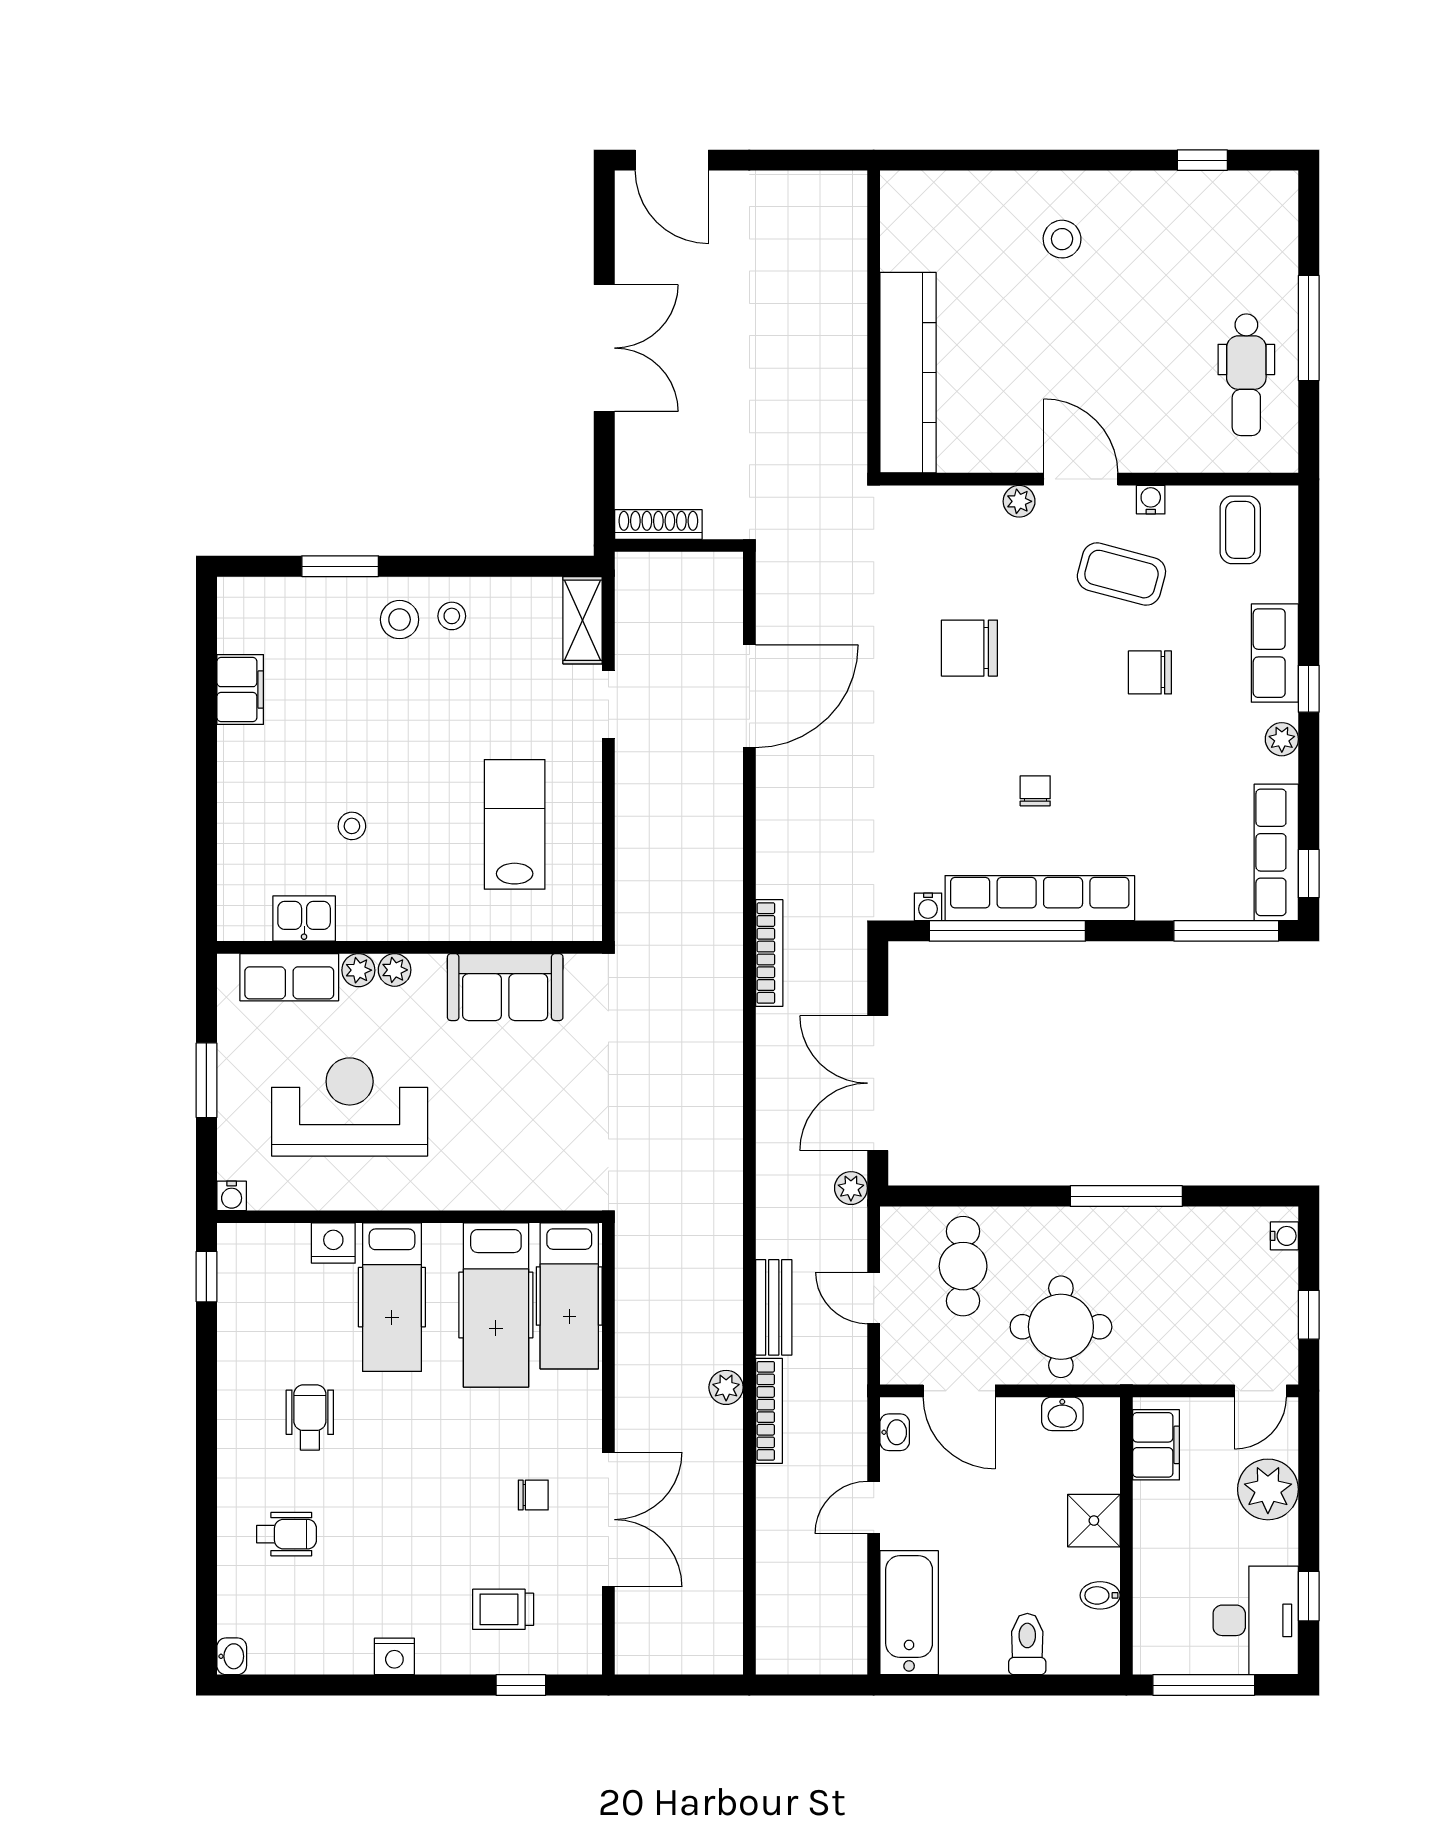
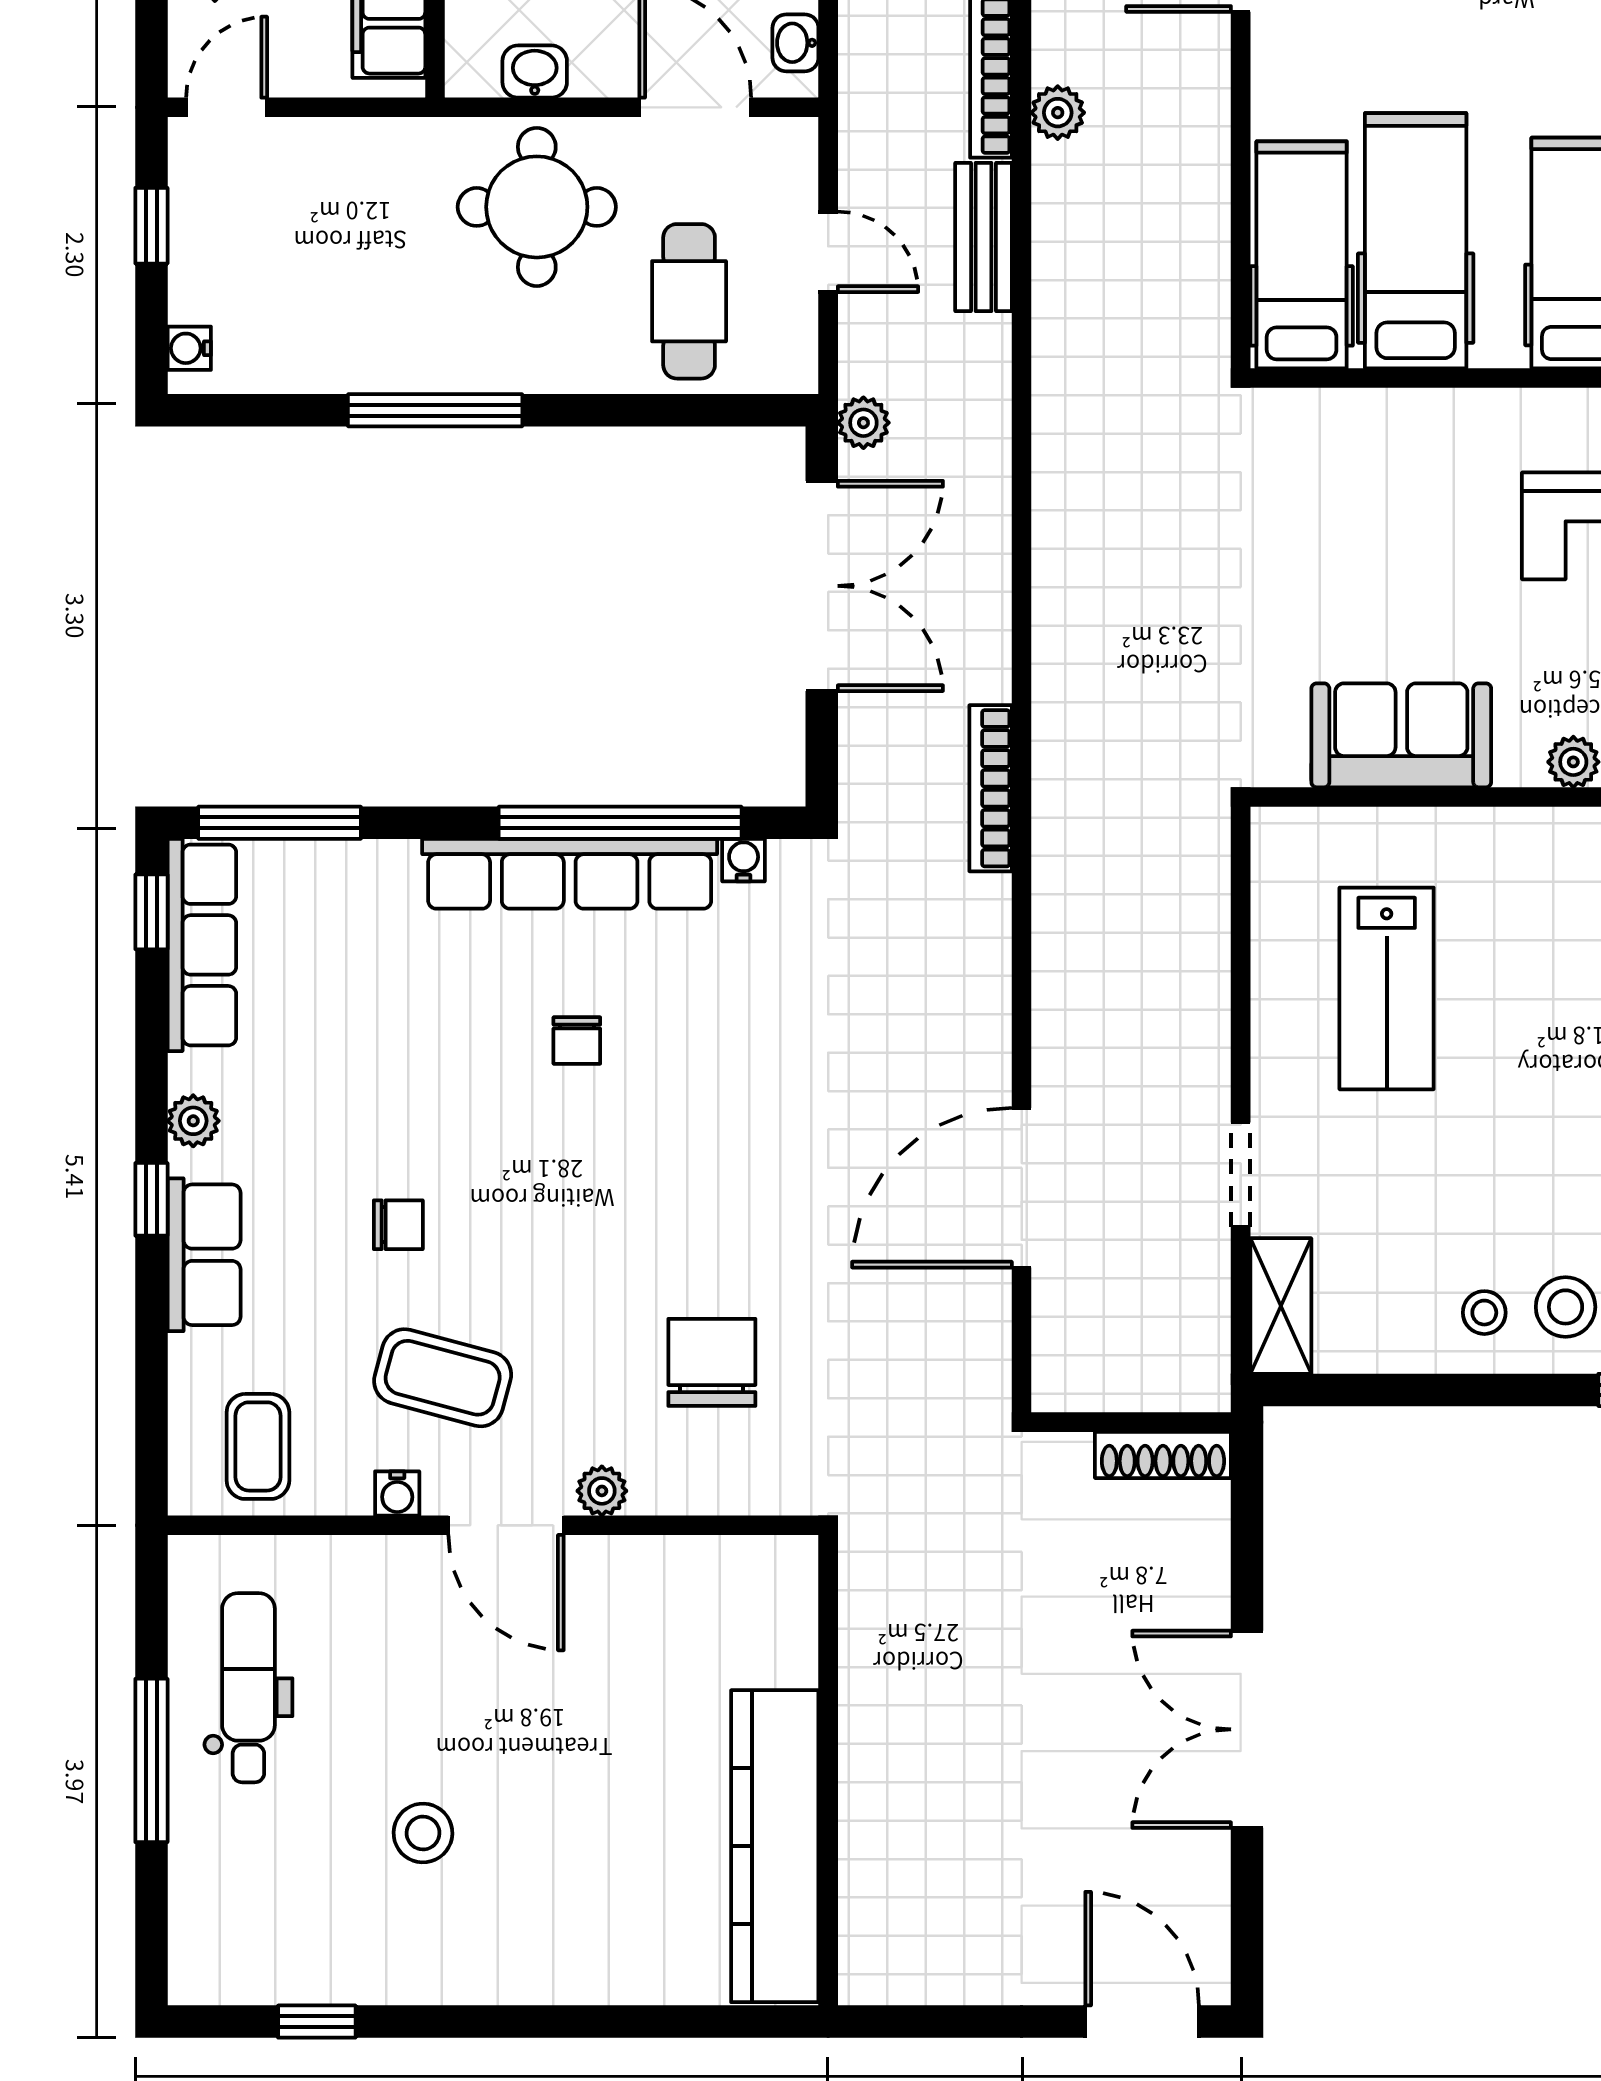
stool: (1062, 239) -> (423, 1833), moved
kitchen counter: (908, 373) -> (775, 1846), moved
chair: (969, 648) -> (712, 1362), moved, turned -90
chair: (1150, 672) -> (398, 1225), width x0.73, depth x0.73

